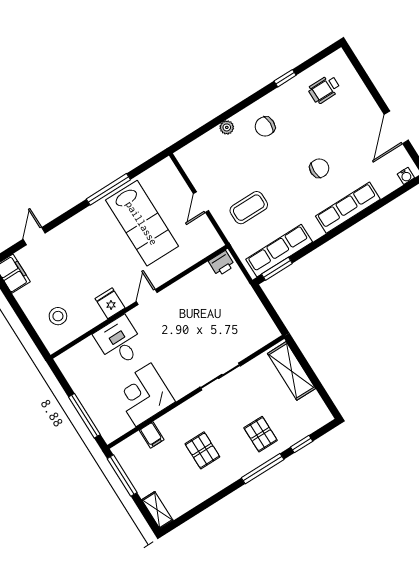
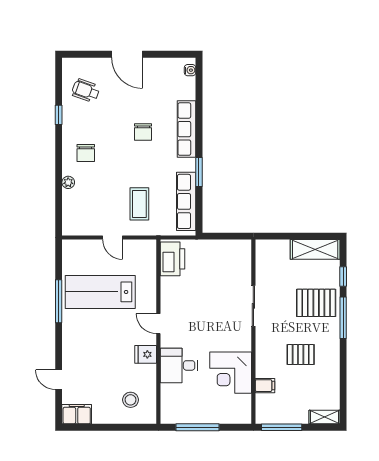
wheelchair: (324, 89) -> (86, 91), turned 110
door: (396, 127) -> (127, 54), moved
chair: (319, 168) -> (143, 132), turned 180
lab bench: (142, 223) -> (100, 292), turned 180
printer: (222, 263) -> (173, 259), width x1.87, depth x1.48
window: (277, 269) -> (199, 172), moved
shelving: (292, 371) -> (315, 249), moved
window: (84, 416) -> (198, 427), moved
pallet: (261, 434) -> (316, 303), width x1.50, depth x1.42

